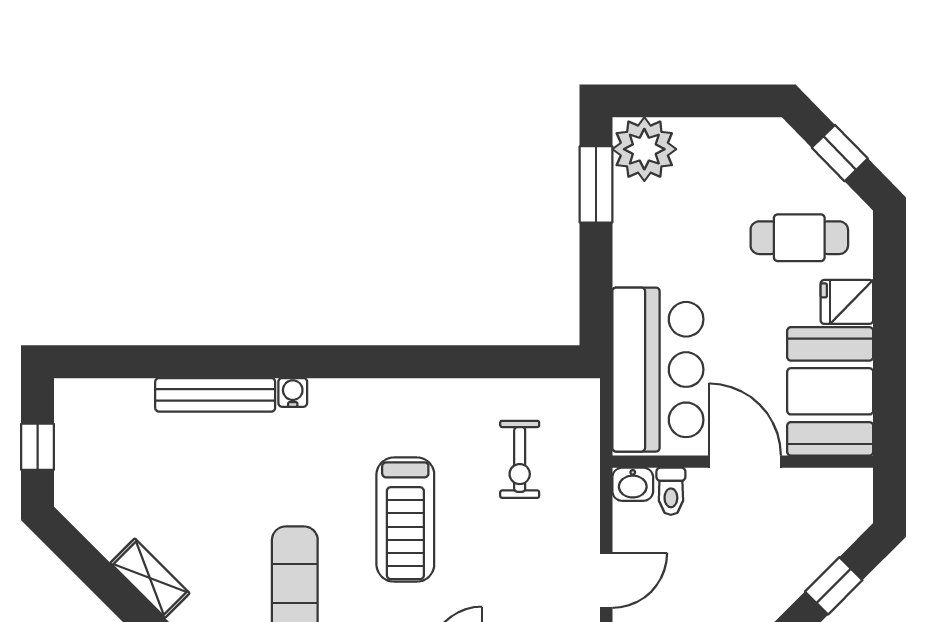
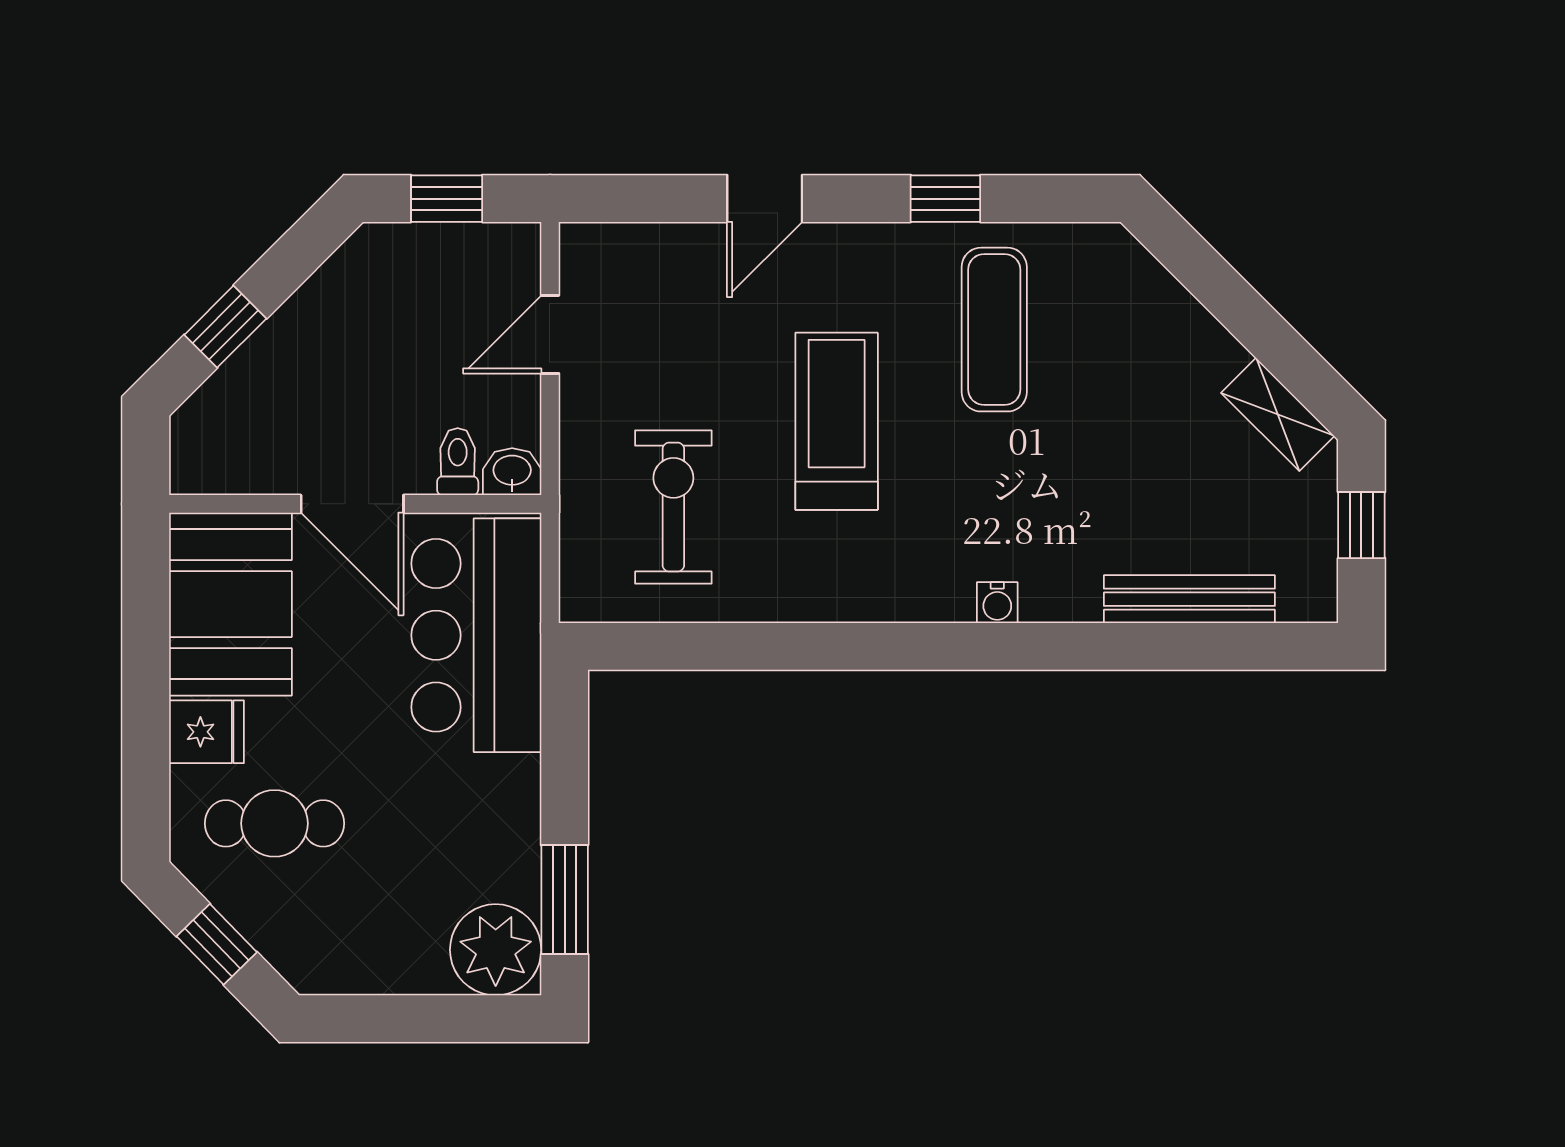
bench: (215, 395) -> (1189, 599), moved
exercise bike: (520, 459) -> (673, 507), width x1.38, depth x1.39
shelving: (150, 578) -> (1278, 414), moved

